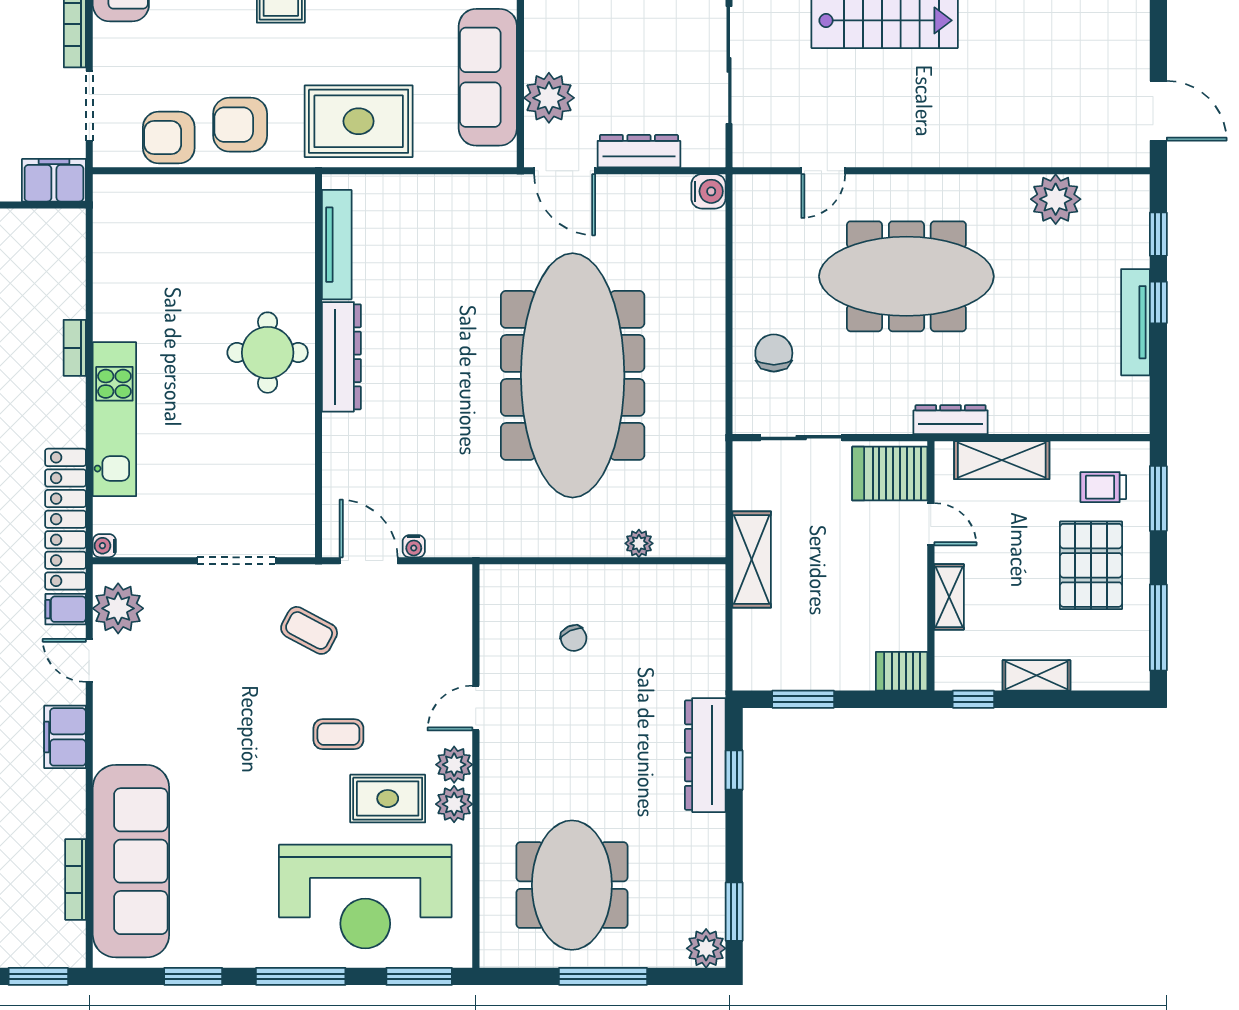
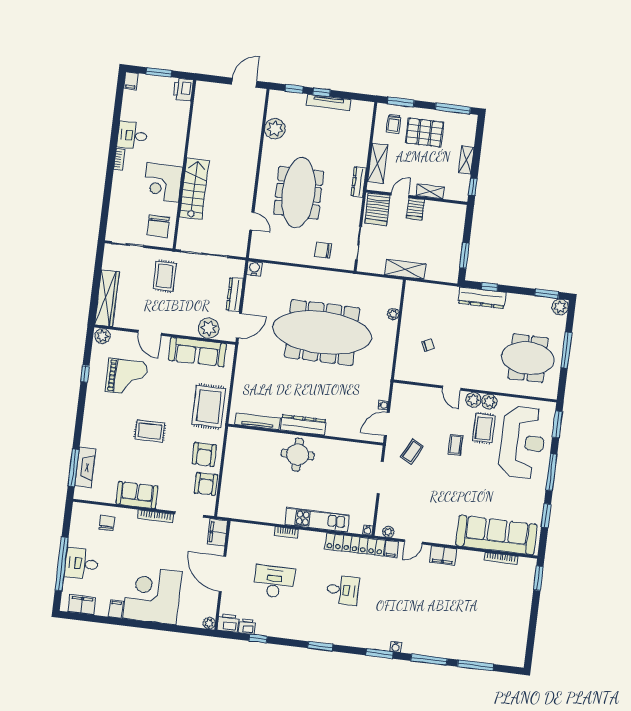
plant: (118, 608) -> (388, 532), width x0.53, depth x0.53
server rack: (902, 671) -> (416, 209), moved

